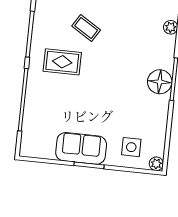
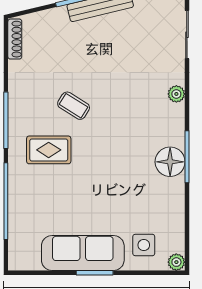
sofa: (81, 148) -> (83, 253), width x1.36

